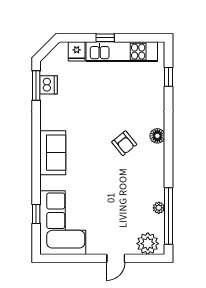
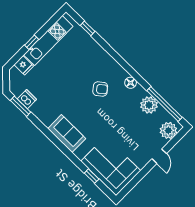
floor lamp: (157, 136) -> (131, 83), moved
plant: (159, 208) -> (149, 105), width x1.88, depth x1.88

